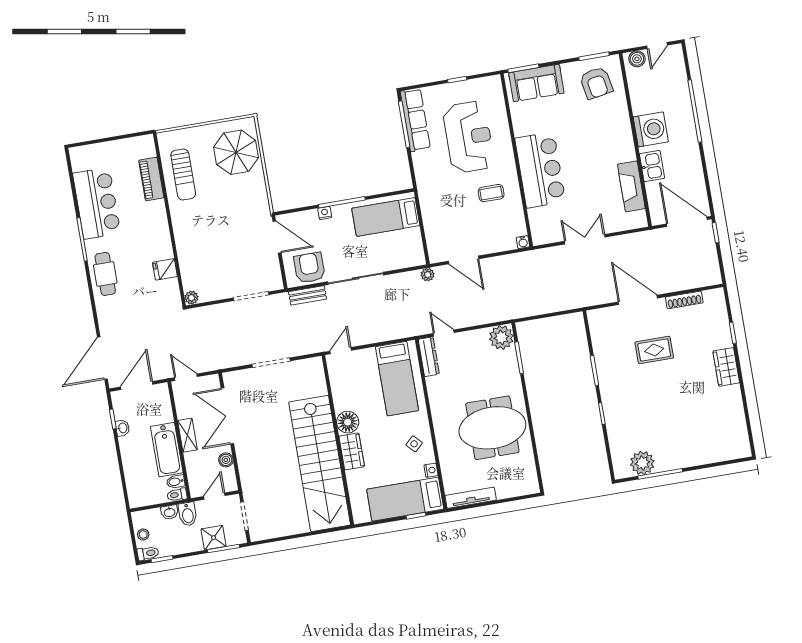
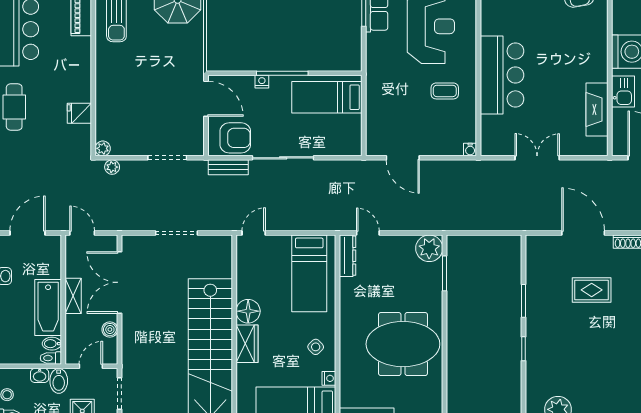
armchair: (309, 268) -> (235, 138), turned 90
plant: (428, 275) -> (112, 167), moved

